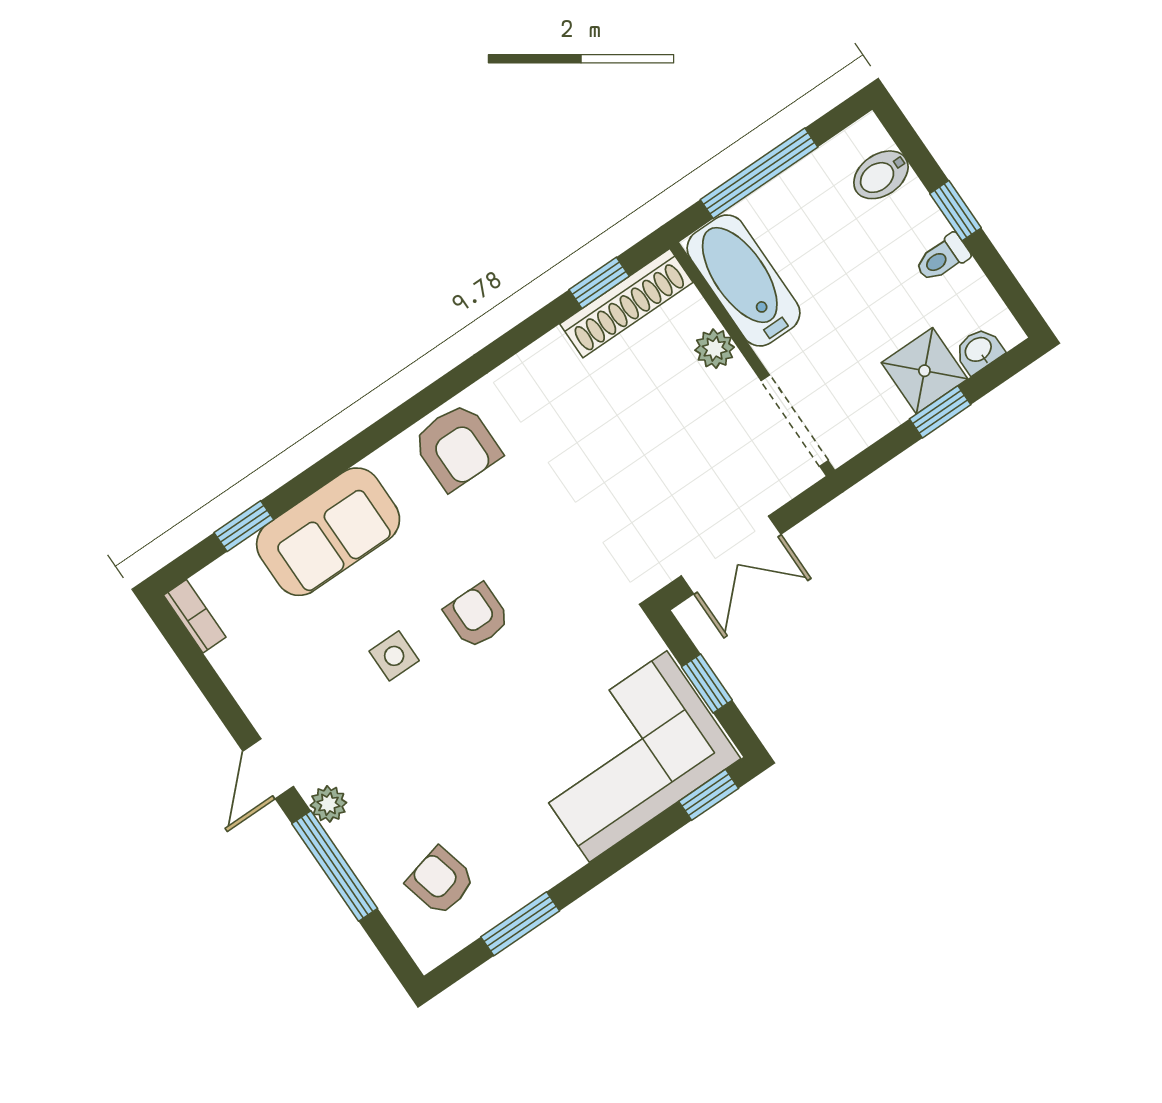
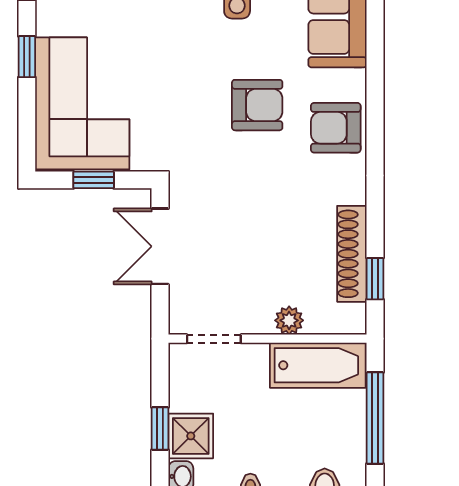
shoe rack: (626, 303) -> (352, 254), moved
doorway: (795, 421) -> (214, 339), width x0.73
armchair: (477, 616) -> (257, 105), moved, width x1.38, depth x1.38
window: (709, 795) -> (27, 57), moved

